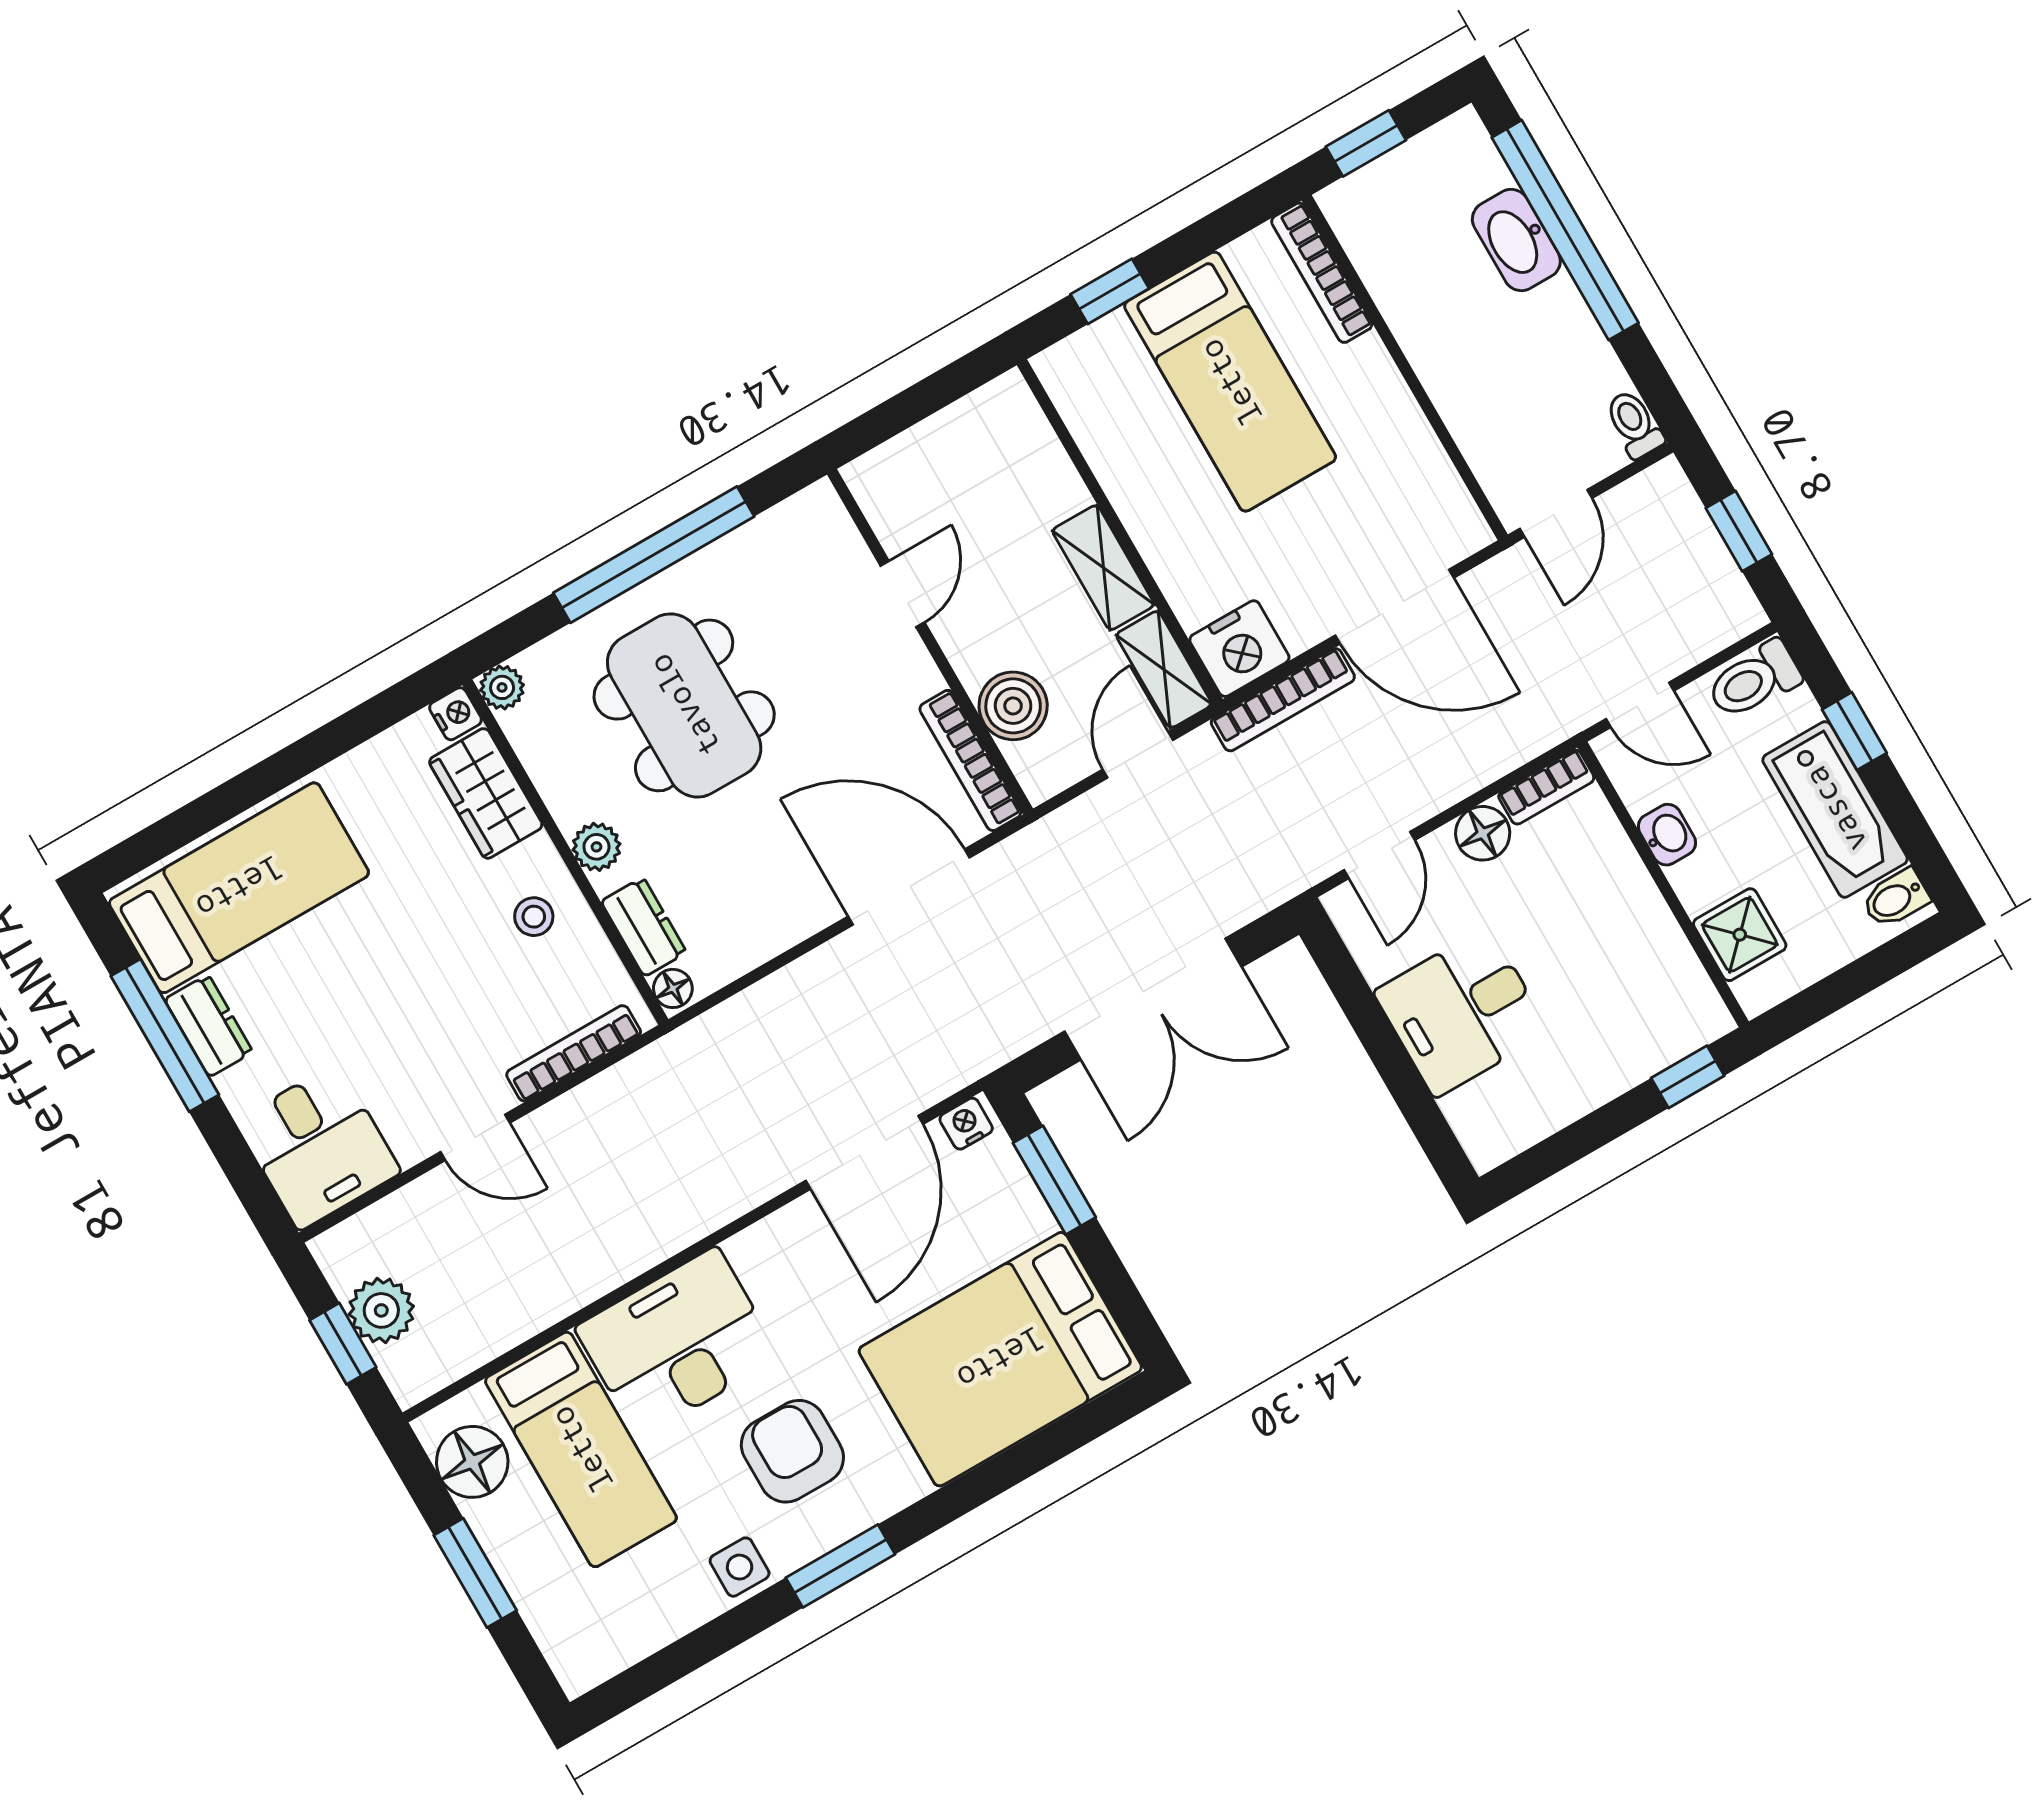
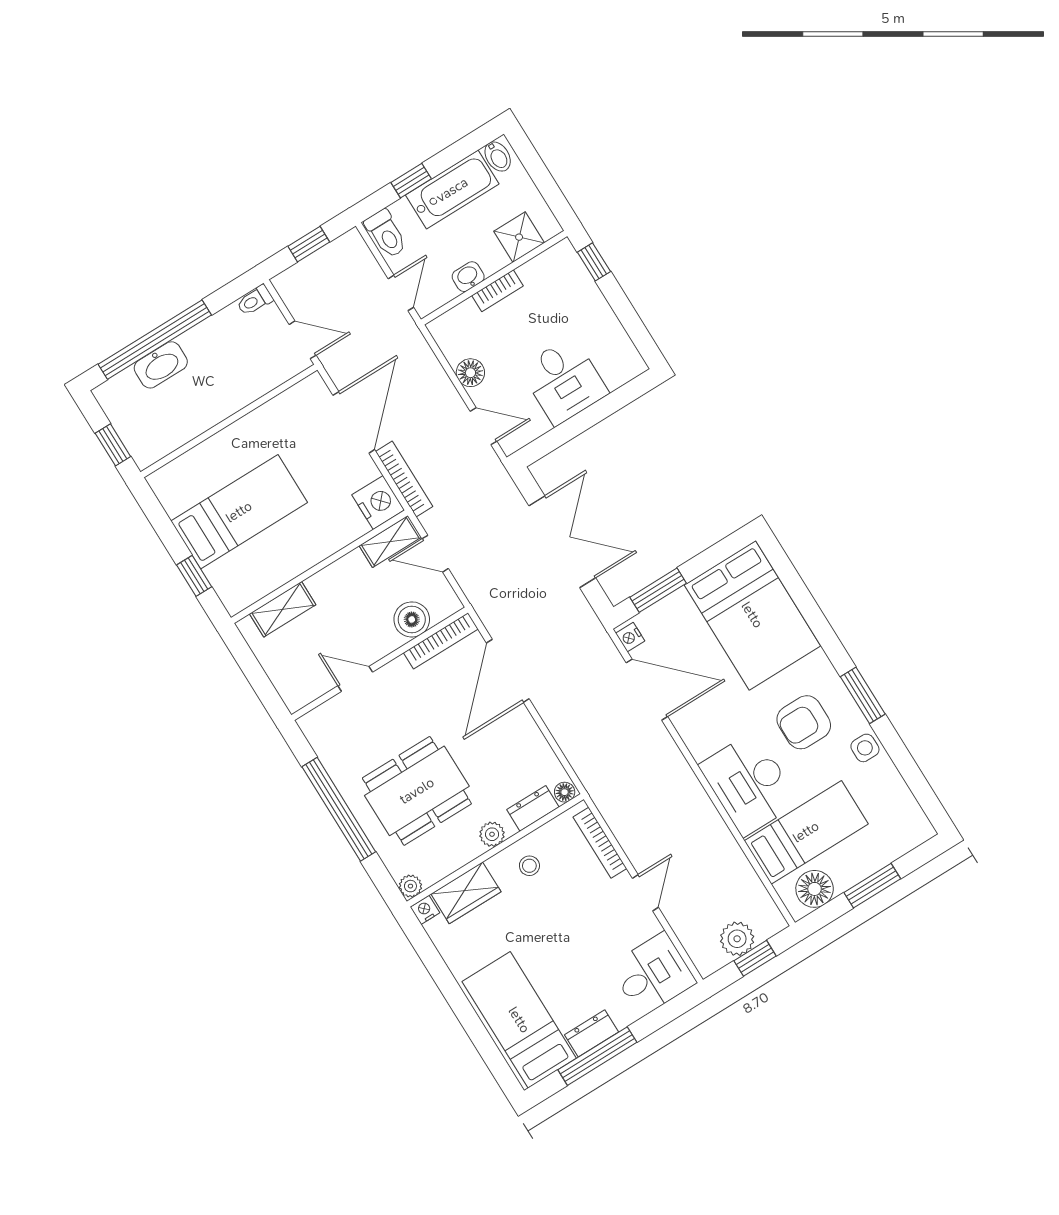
bookcase: (1322, 273) -> (181, 466), removed
shelving: (1103, 568) -> (283, 609), moved
bookcase: (1546, 787) -> (497, 291), moved, turned 90

